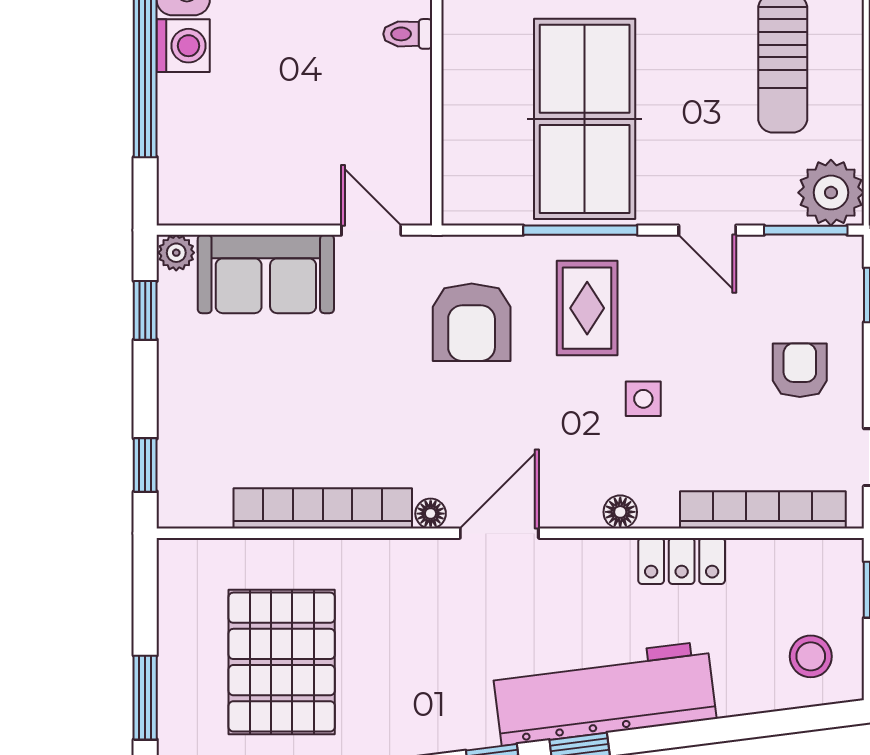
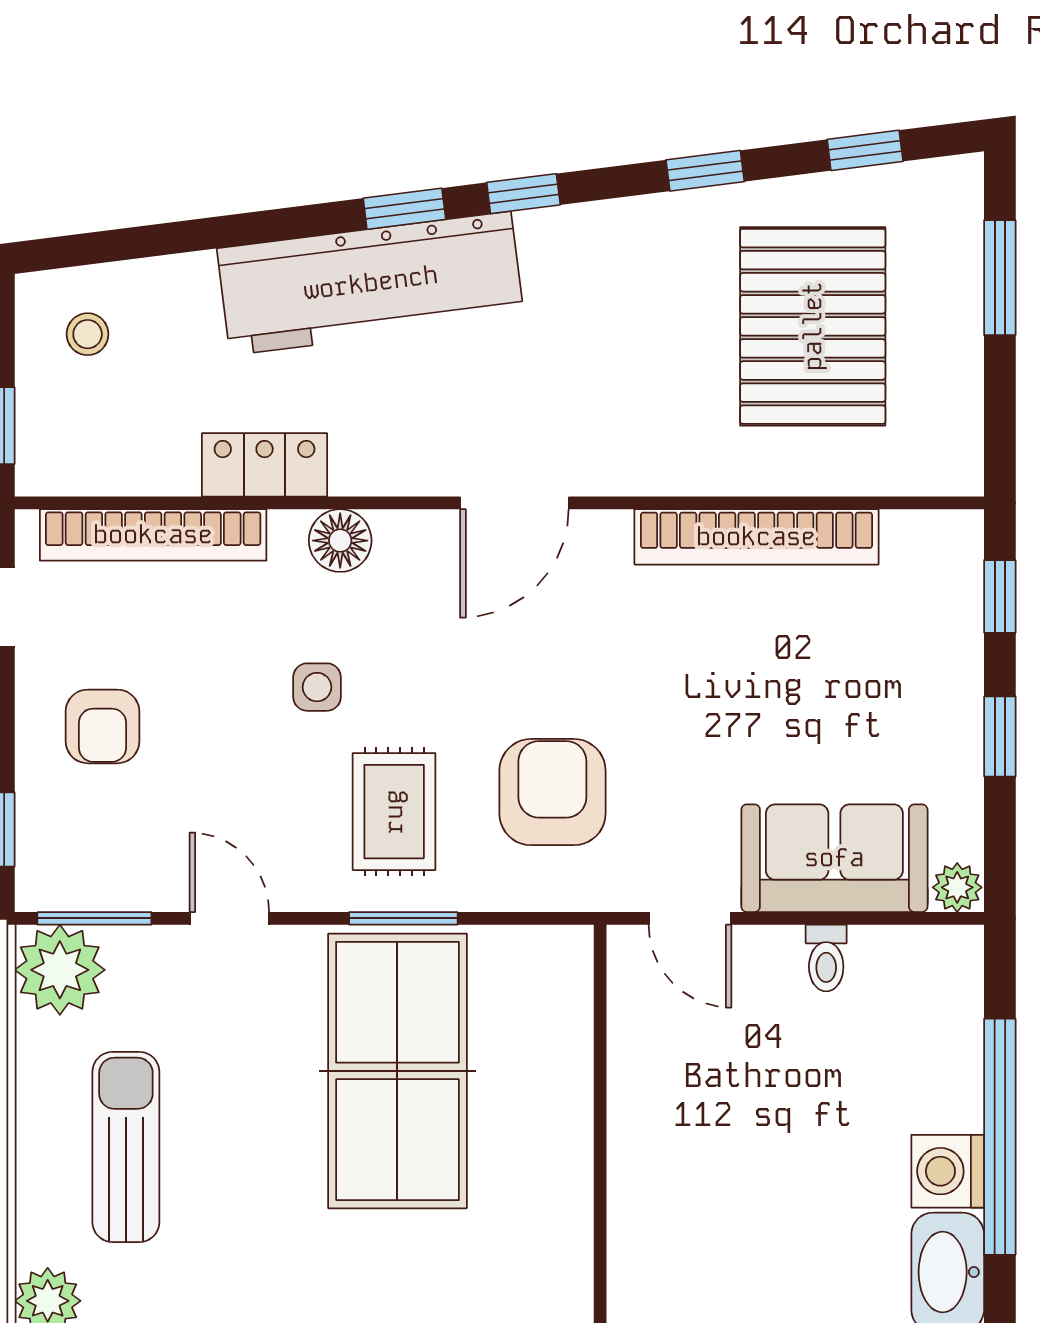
toilet: (408, 34) -> (826, 958), moved, turned 90
window: (580, 230) -> (403, 918), width x0.69
window: (145, 310) -> (1000, 737), moved
floor lamp: (620, 512) -> (340, 541), width x1.37, depth x1.37
floor lamp: (431, 514) -> (609, 530), removed
stool: (811, 656) -> (88, 334), width x0.73, depth x0.73

